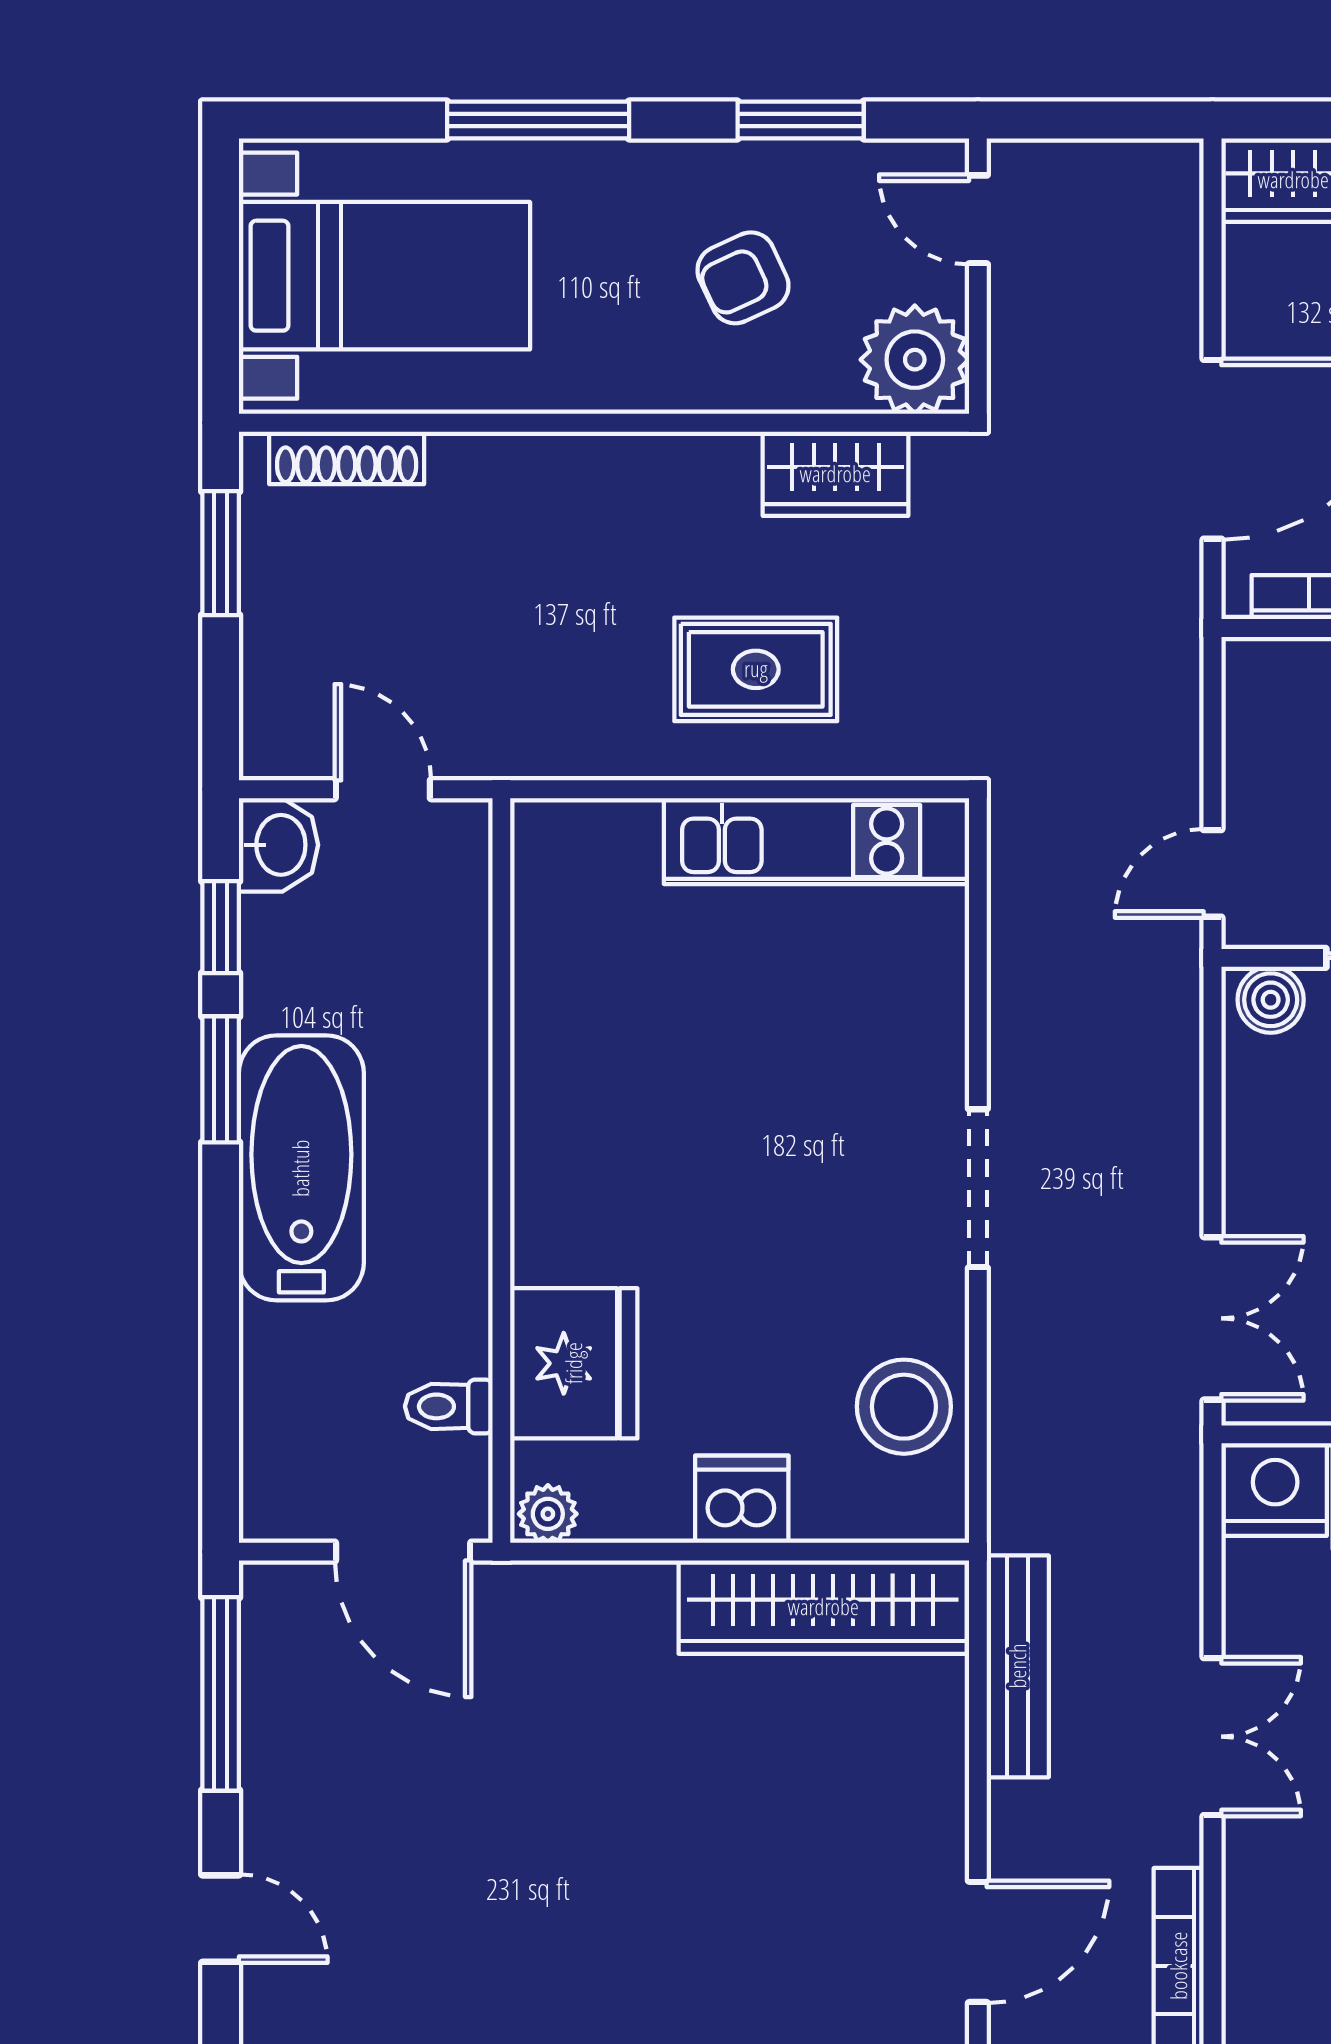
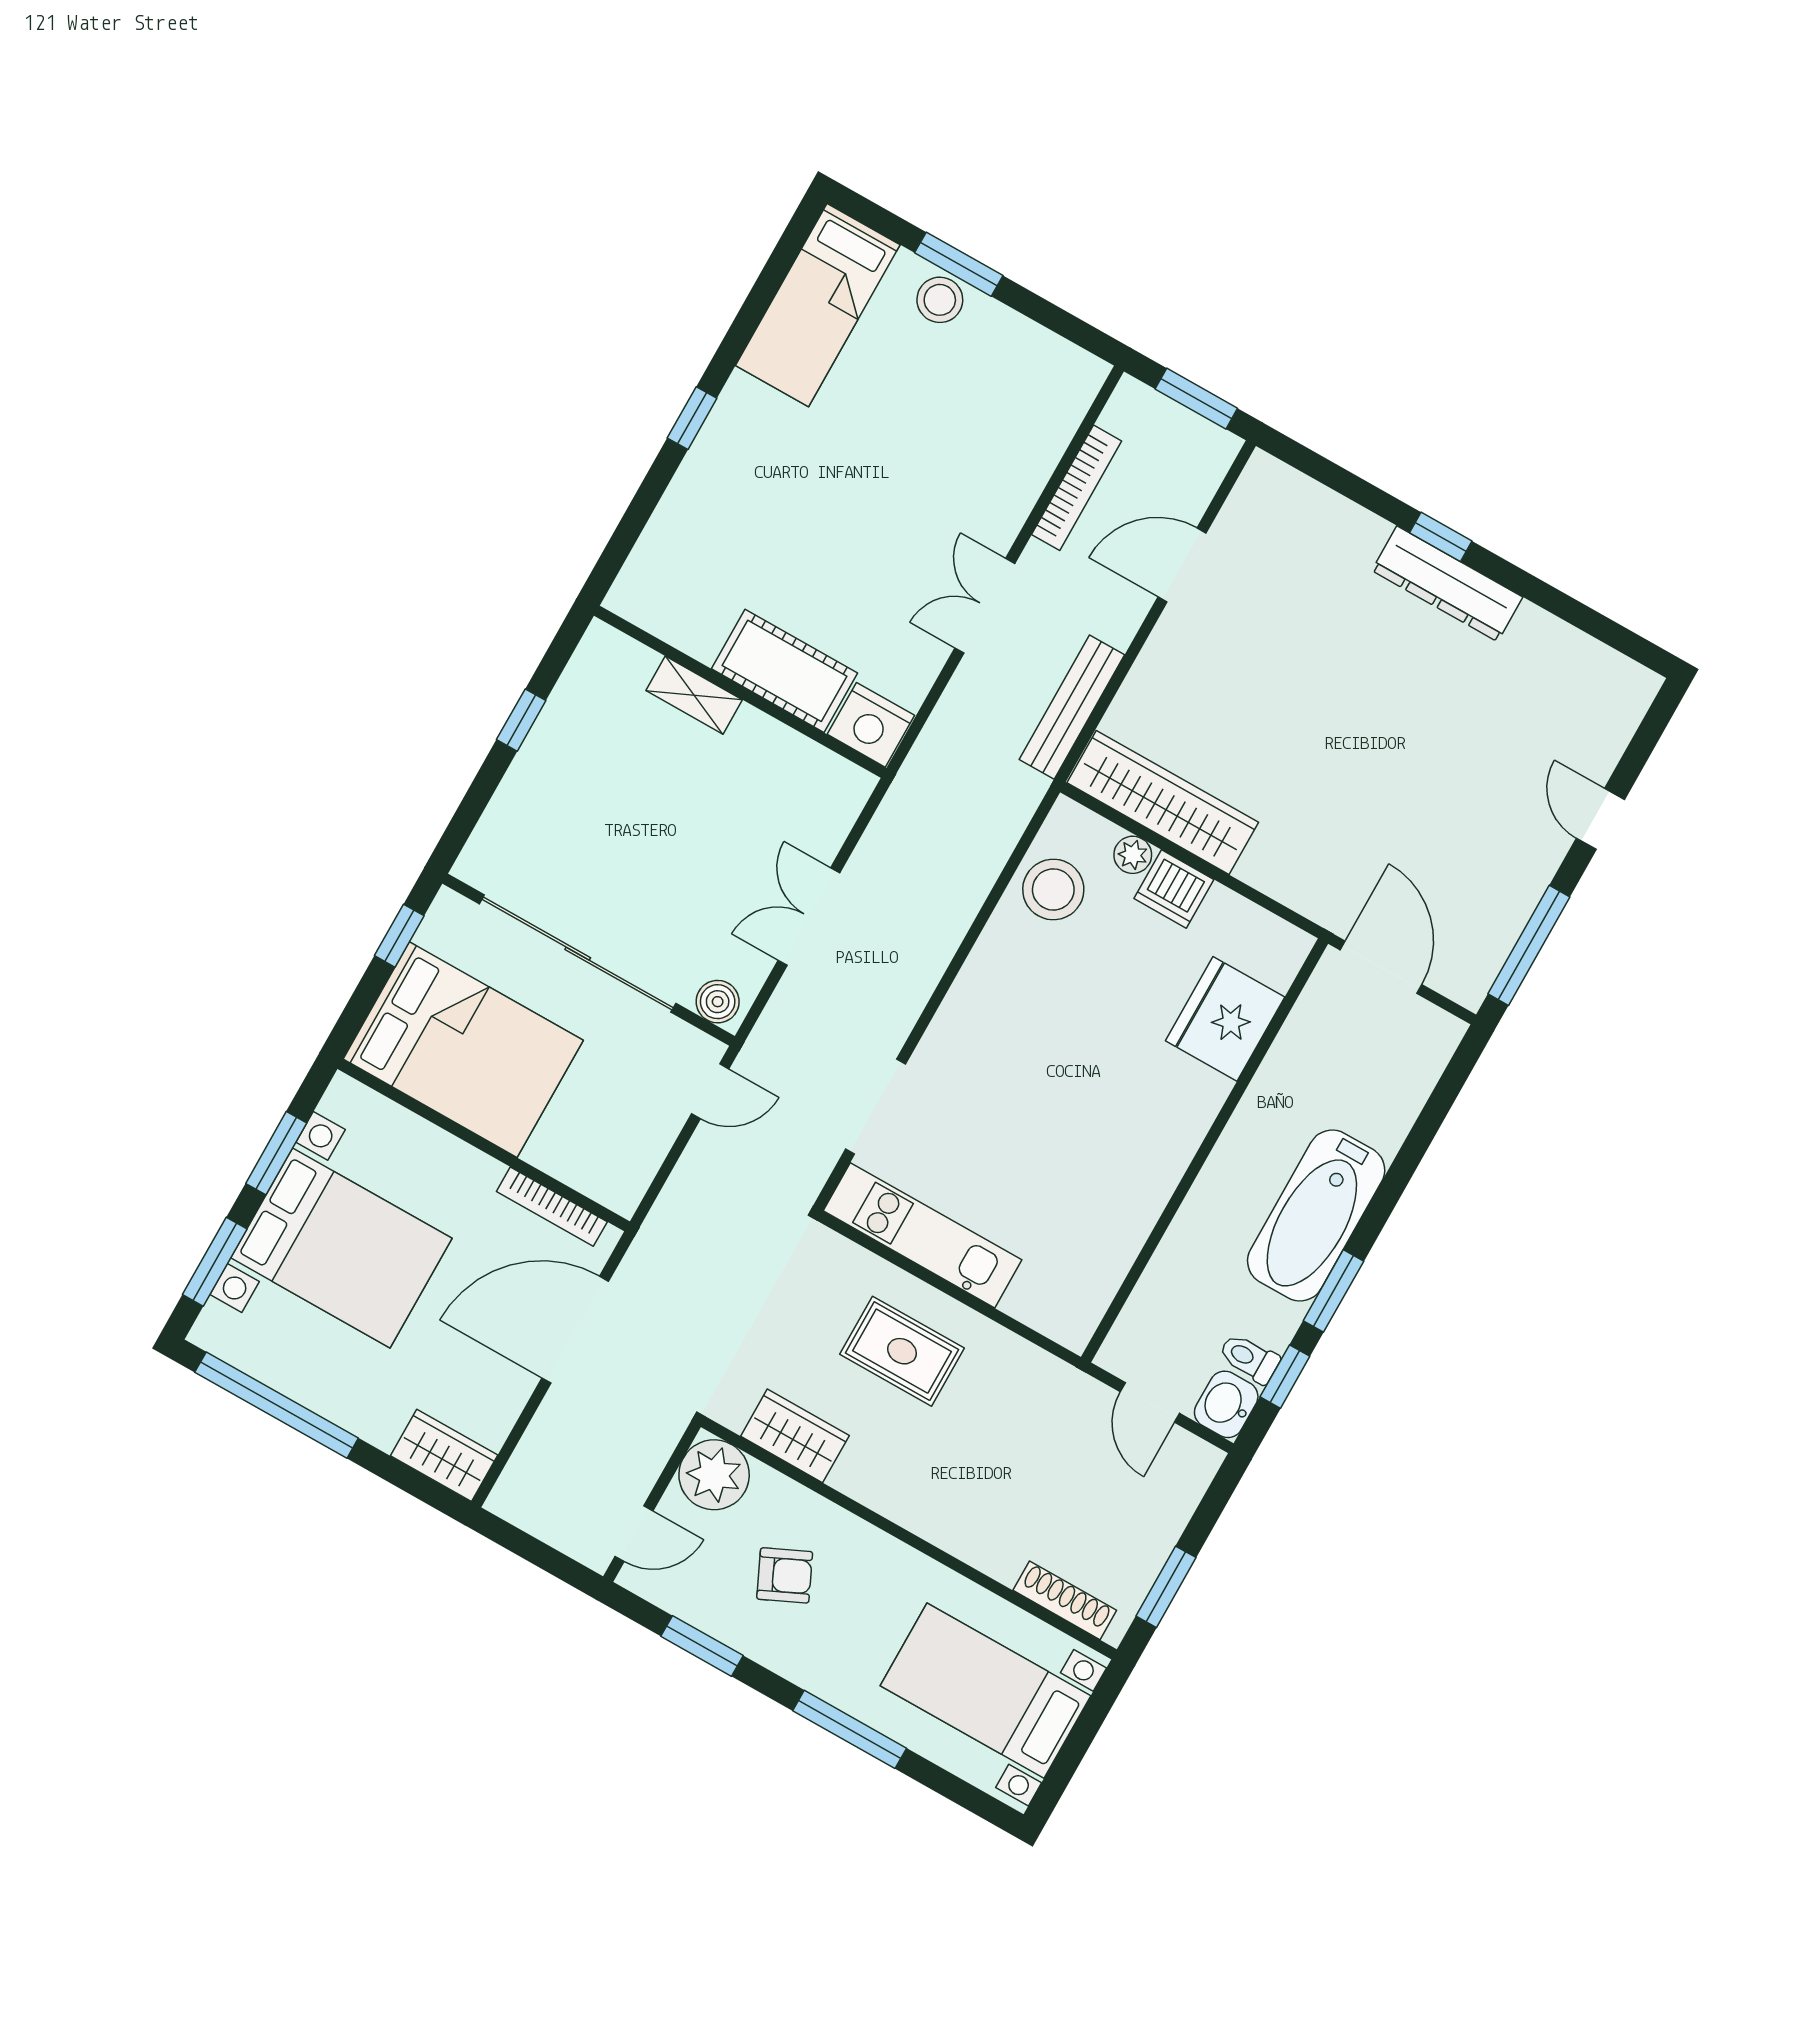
door: (978, 219) -> (634, 1534), hinge flipped
doorway: (978, 1188) -> (875, 1107), moved
double door: (1212, 1318) -> (809, 917), moved
toilet: (449, 1406) -> (1249, 1358), moved, turned 180
plant: (548, 1514) -> (1133, 855), moved

